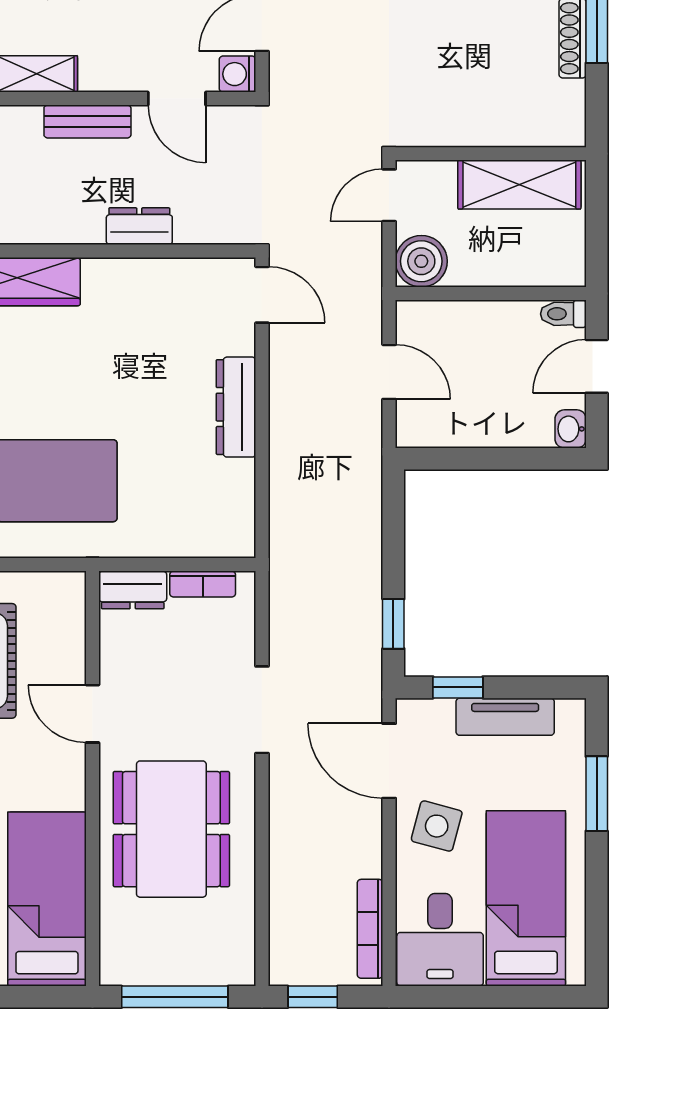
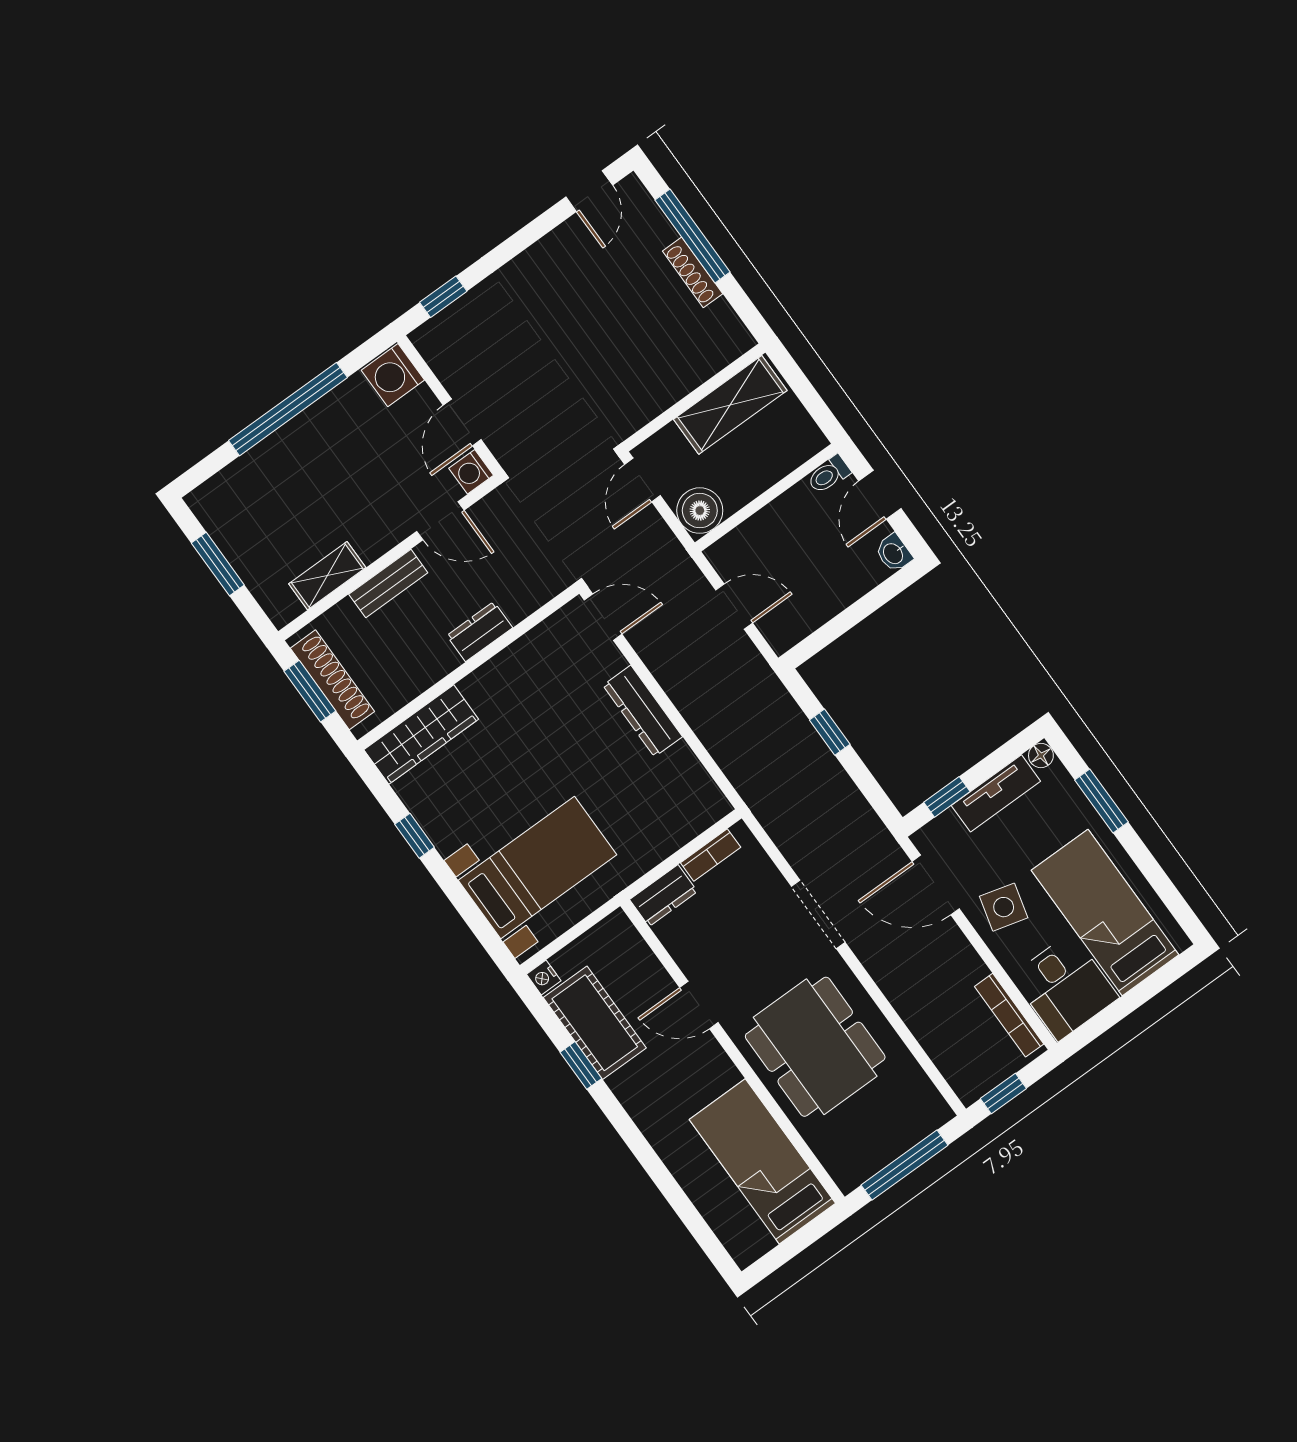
window: (393, 624) -> (830, 732), moved
floor lamp: (571, 712) -> (1041, 756), added

